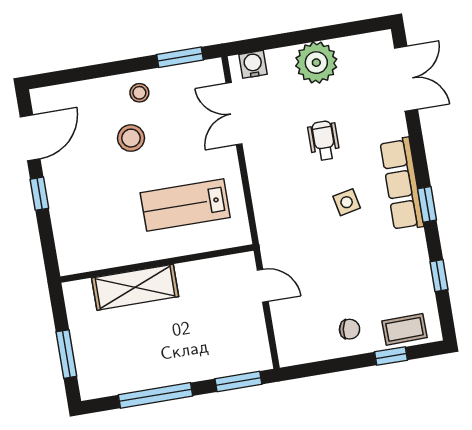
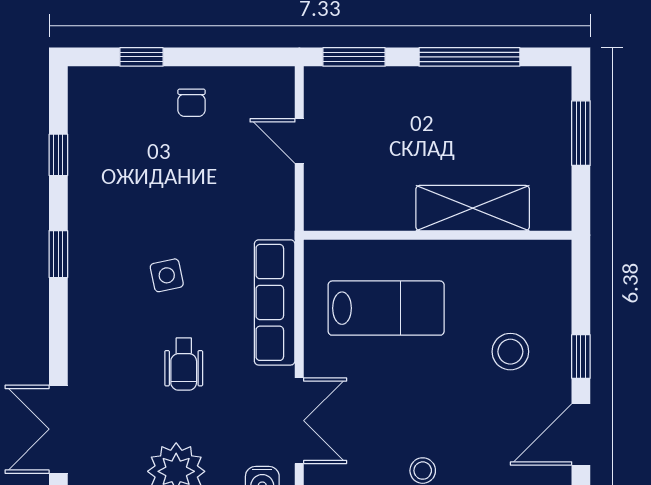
stool: (131, 138) -> (510, 352), moved
row of seats: (402, 184) -> (275, 302), moved, turned 180
door: (263, 286) -> (299, 141), moved
chair: (350, 329) -> (192, 103), turned -100
coffee table: (404, 329) -> (117, 90), removed

